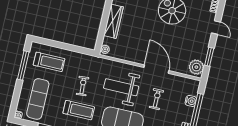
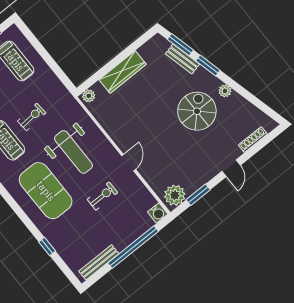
door: (156, 69) -> (129, 163), width x0.53
weight bench: (121, 87) -> (73, 152), turned 180
water cooler: (191, 101) -> (158, 213), moved

